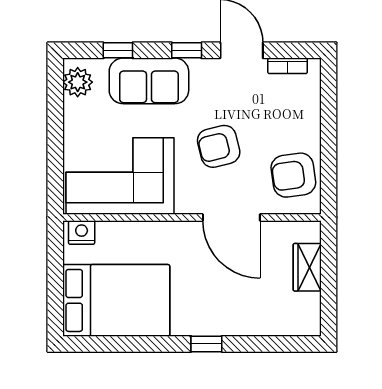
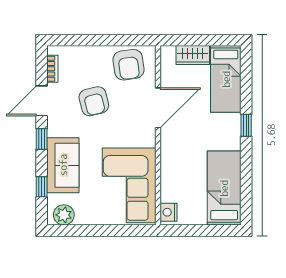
armchair: (219, 146) -> (94, 101), moved
bed: (116, 300) -> (224, 188), width x0.67
bed: (273, 315) -> (226, 79), added

